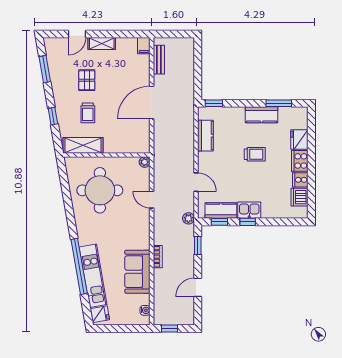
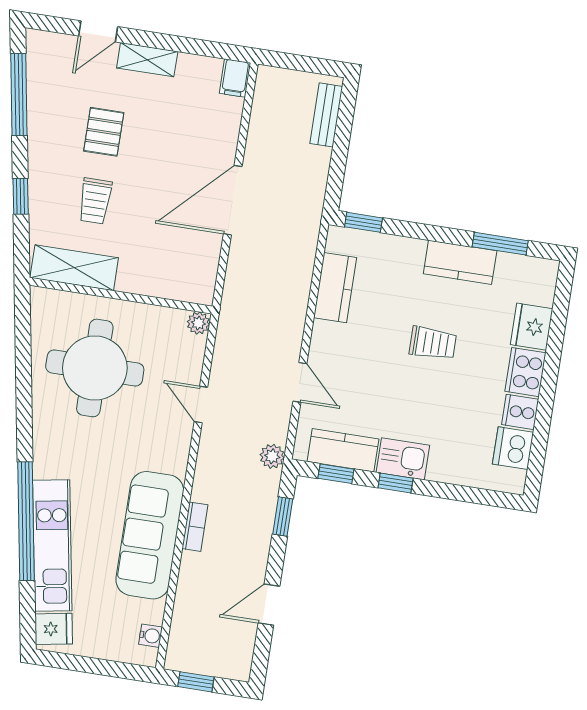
bench: (159, 60) -> (326, 115), moved
window: (45, 69) -> (19, 95), width x1.44
sofa: (137, 272) -> (150, 535), width x1.36

